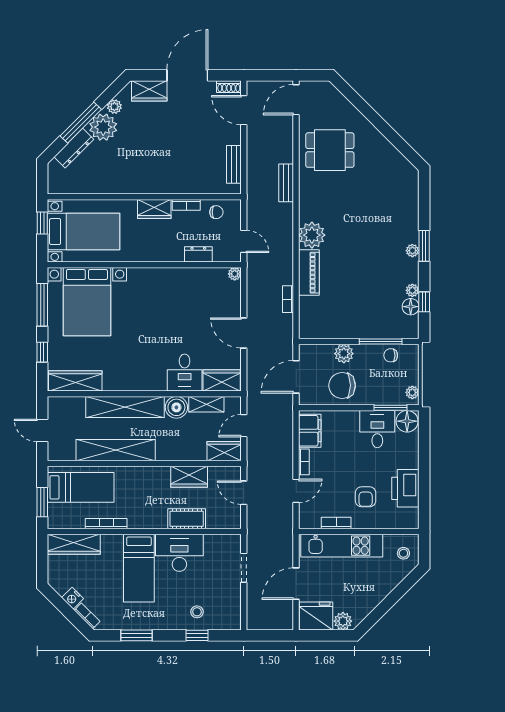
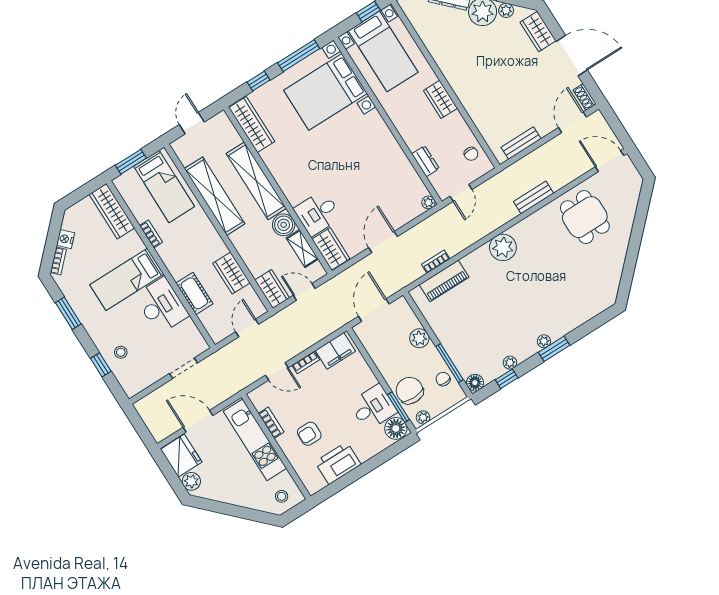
bookcase: (186, 205) -> (461, 124), removed
piano: (309, 273) -> (444, 281), moved
floor lamp: (411, 307) -> (475, 383), moved
door: (296, 377) -> (374, 310), hinge flipped
chair: (342, 385) -> (410, 391), moved
bookcase: (106, 524) -> (151, 234), width x0.64

